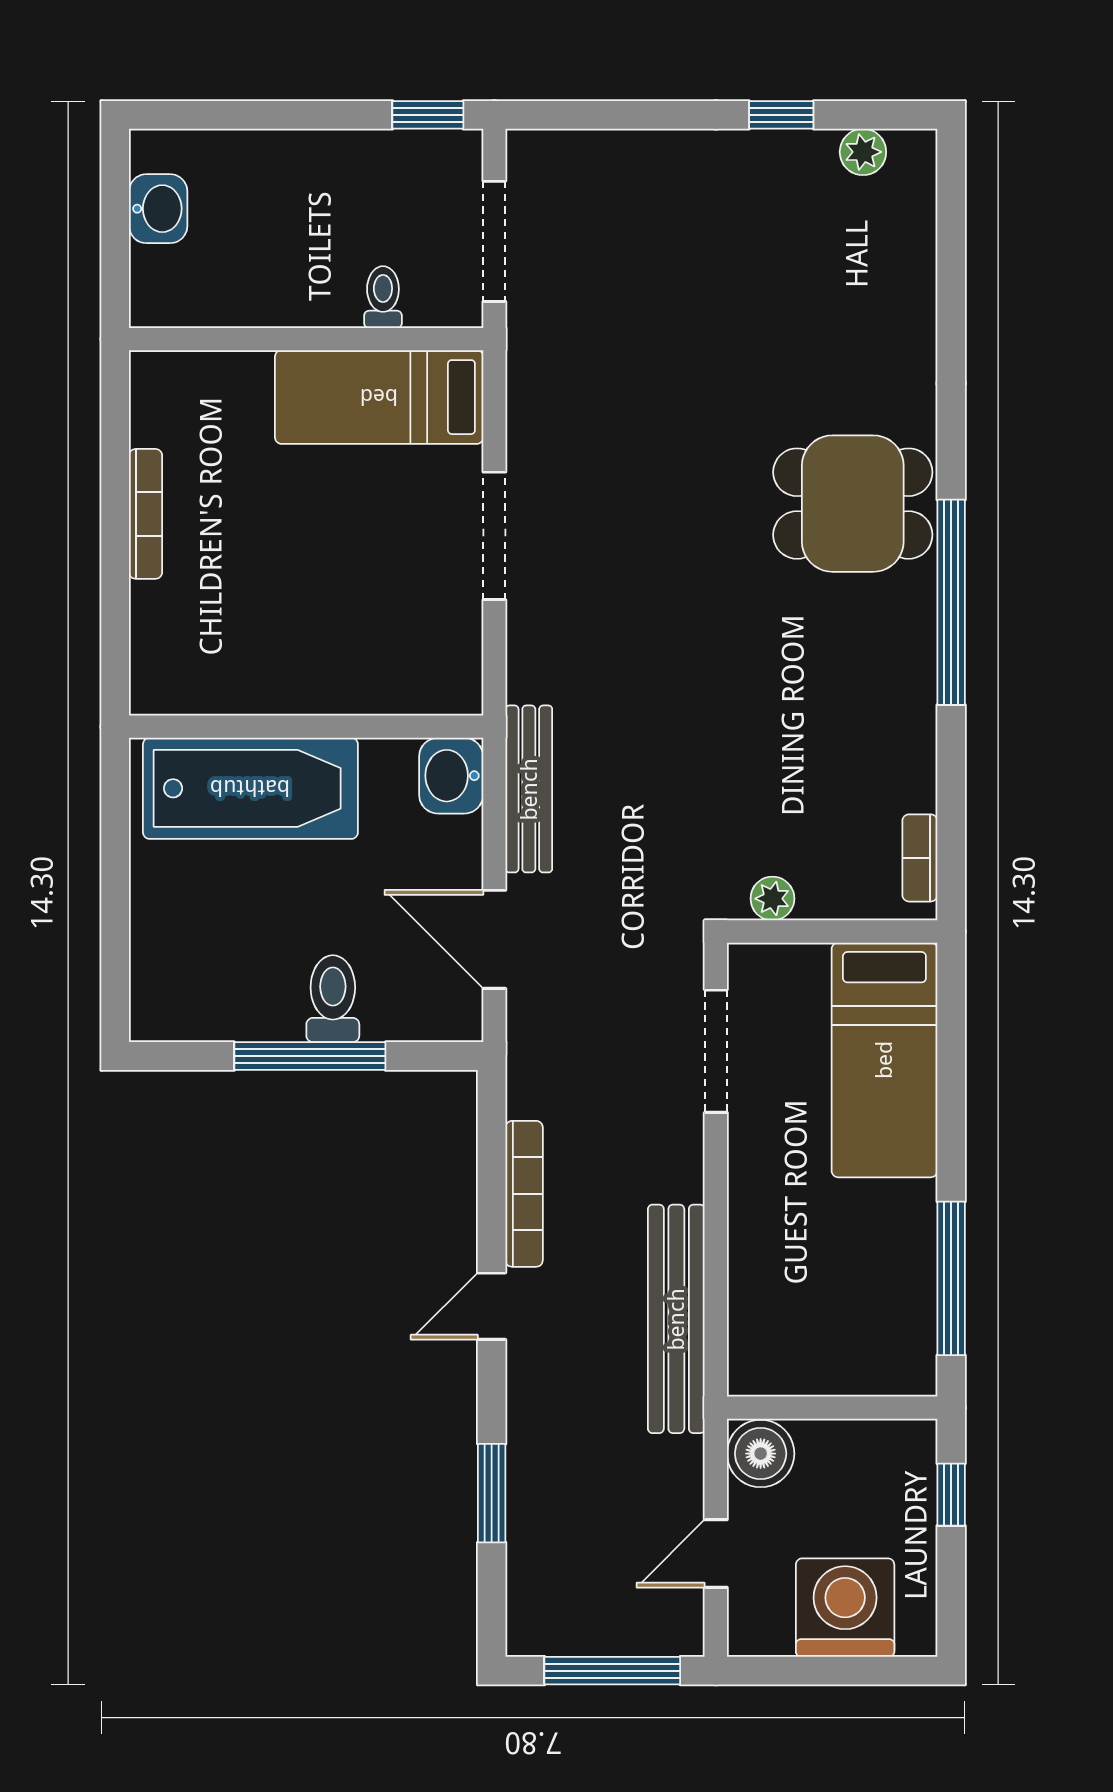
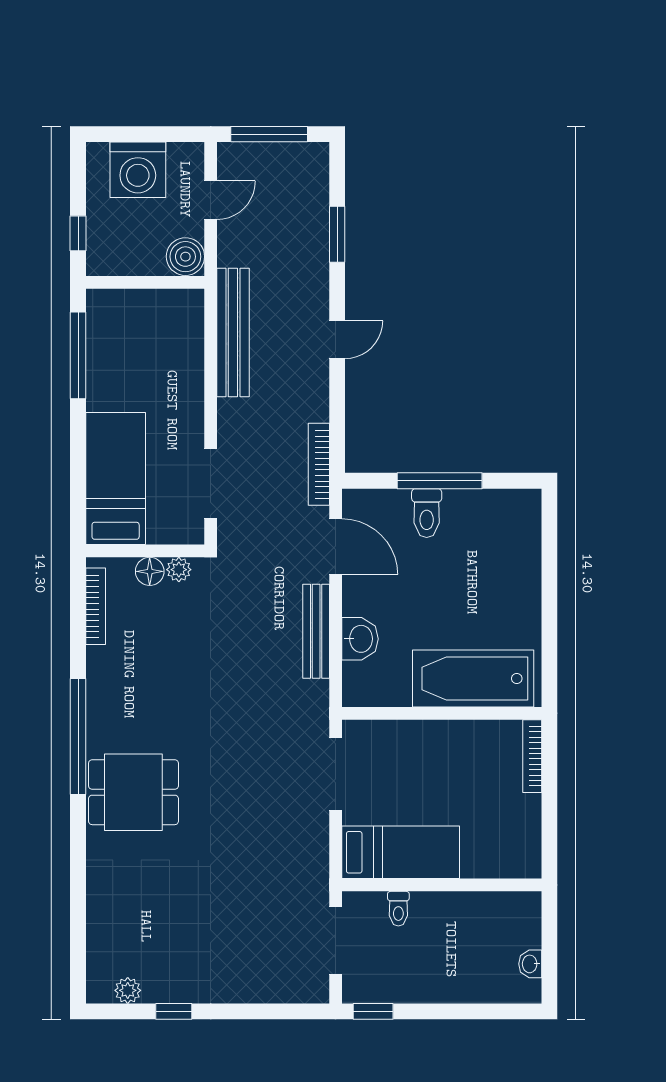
washbasin: (158, 209) -> (530, 964), width x0.72, depth x0.69
bookcase: (146, 514) -> (532, 756), moved
wall: (306, 727) -> (442, 713), moved
bathtub: (250, 788) -> (473, 678), moved
bookcase: (920, 858) -> (96, 606), width x1.56
floor lamp: (824, 895) -> (150, 571), added
bookcase: (524, 1194) -> (319, 464), moved

